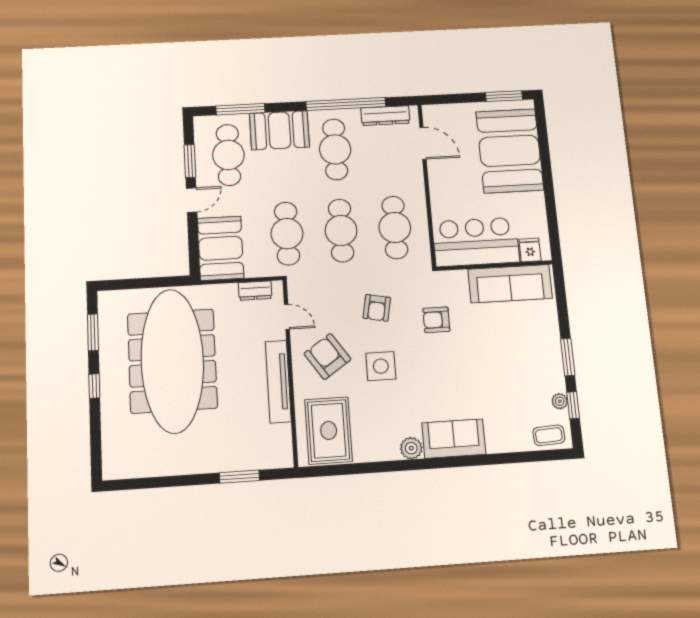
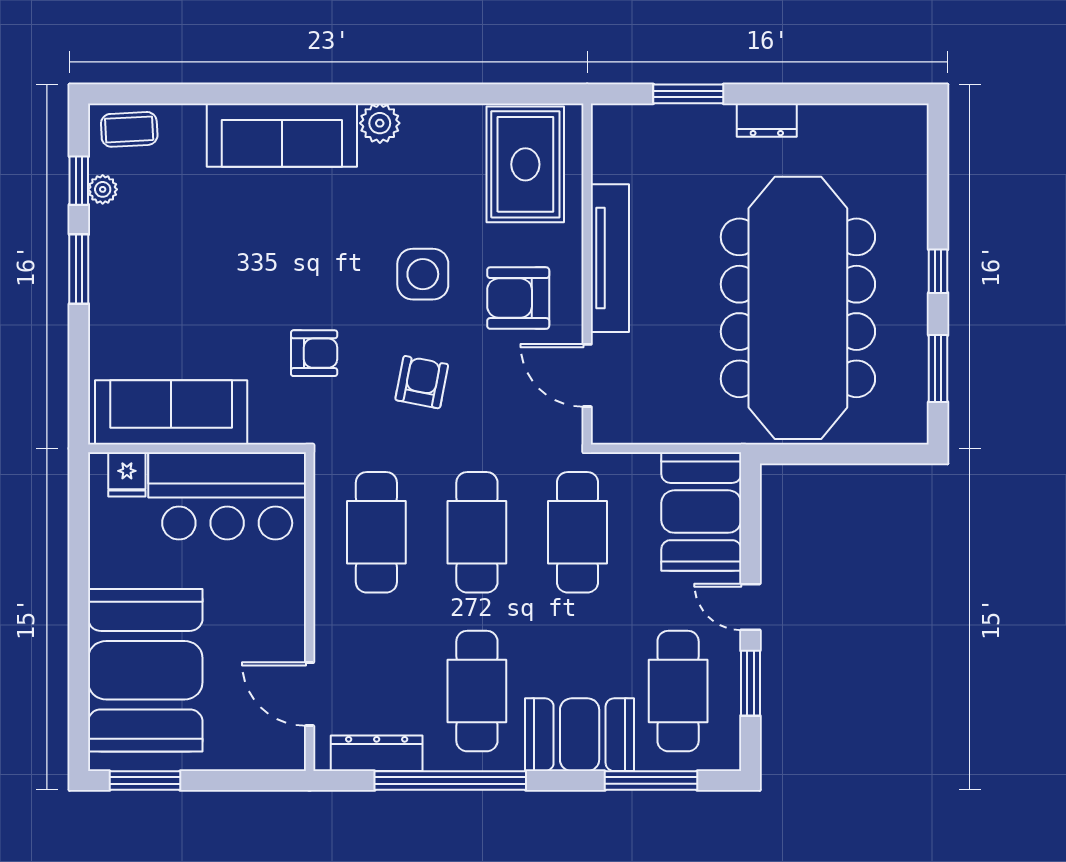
door: (192, 200) -> (750, 607), hinge flipped
dresser: (255, 291) -> (767, 120), moved, turned 180
door: (287, 317) -> (587, 375), width x1.38
armchair: (327, 356) -> (518, 298), turned 124
sofa: (454, 439) -> (282, 135), width x1.36

